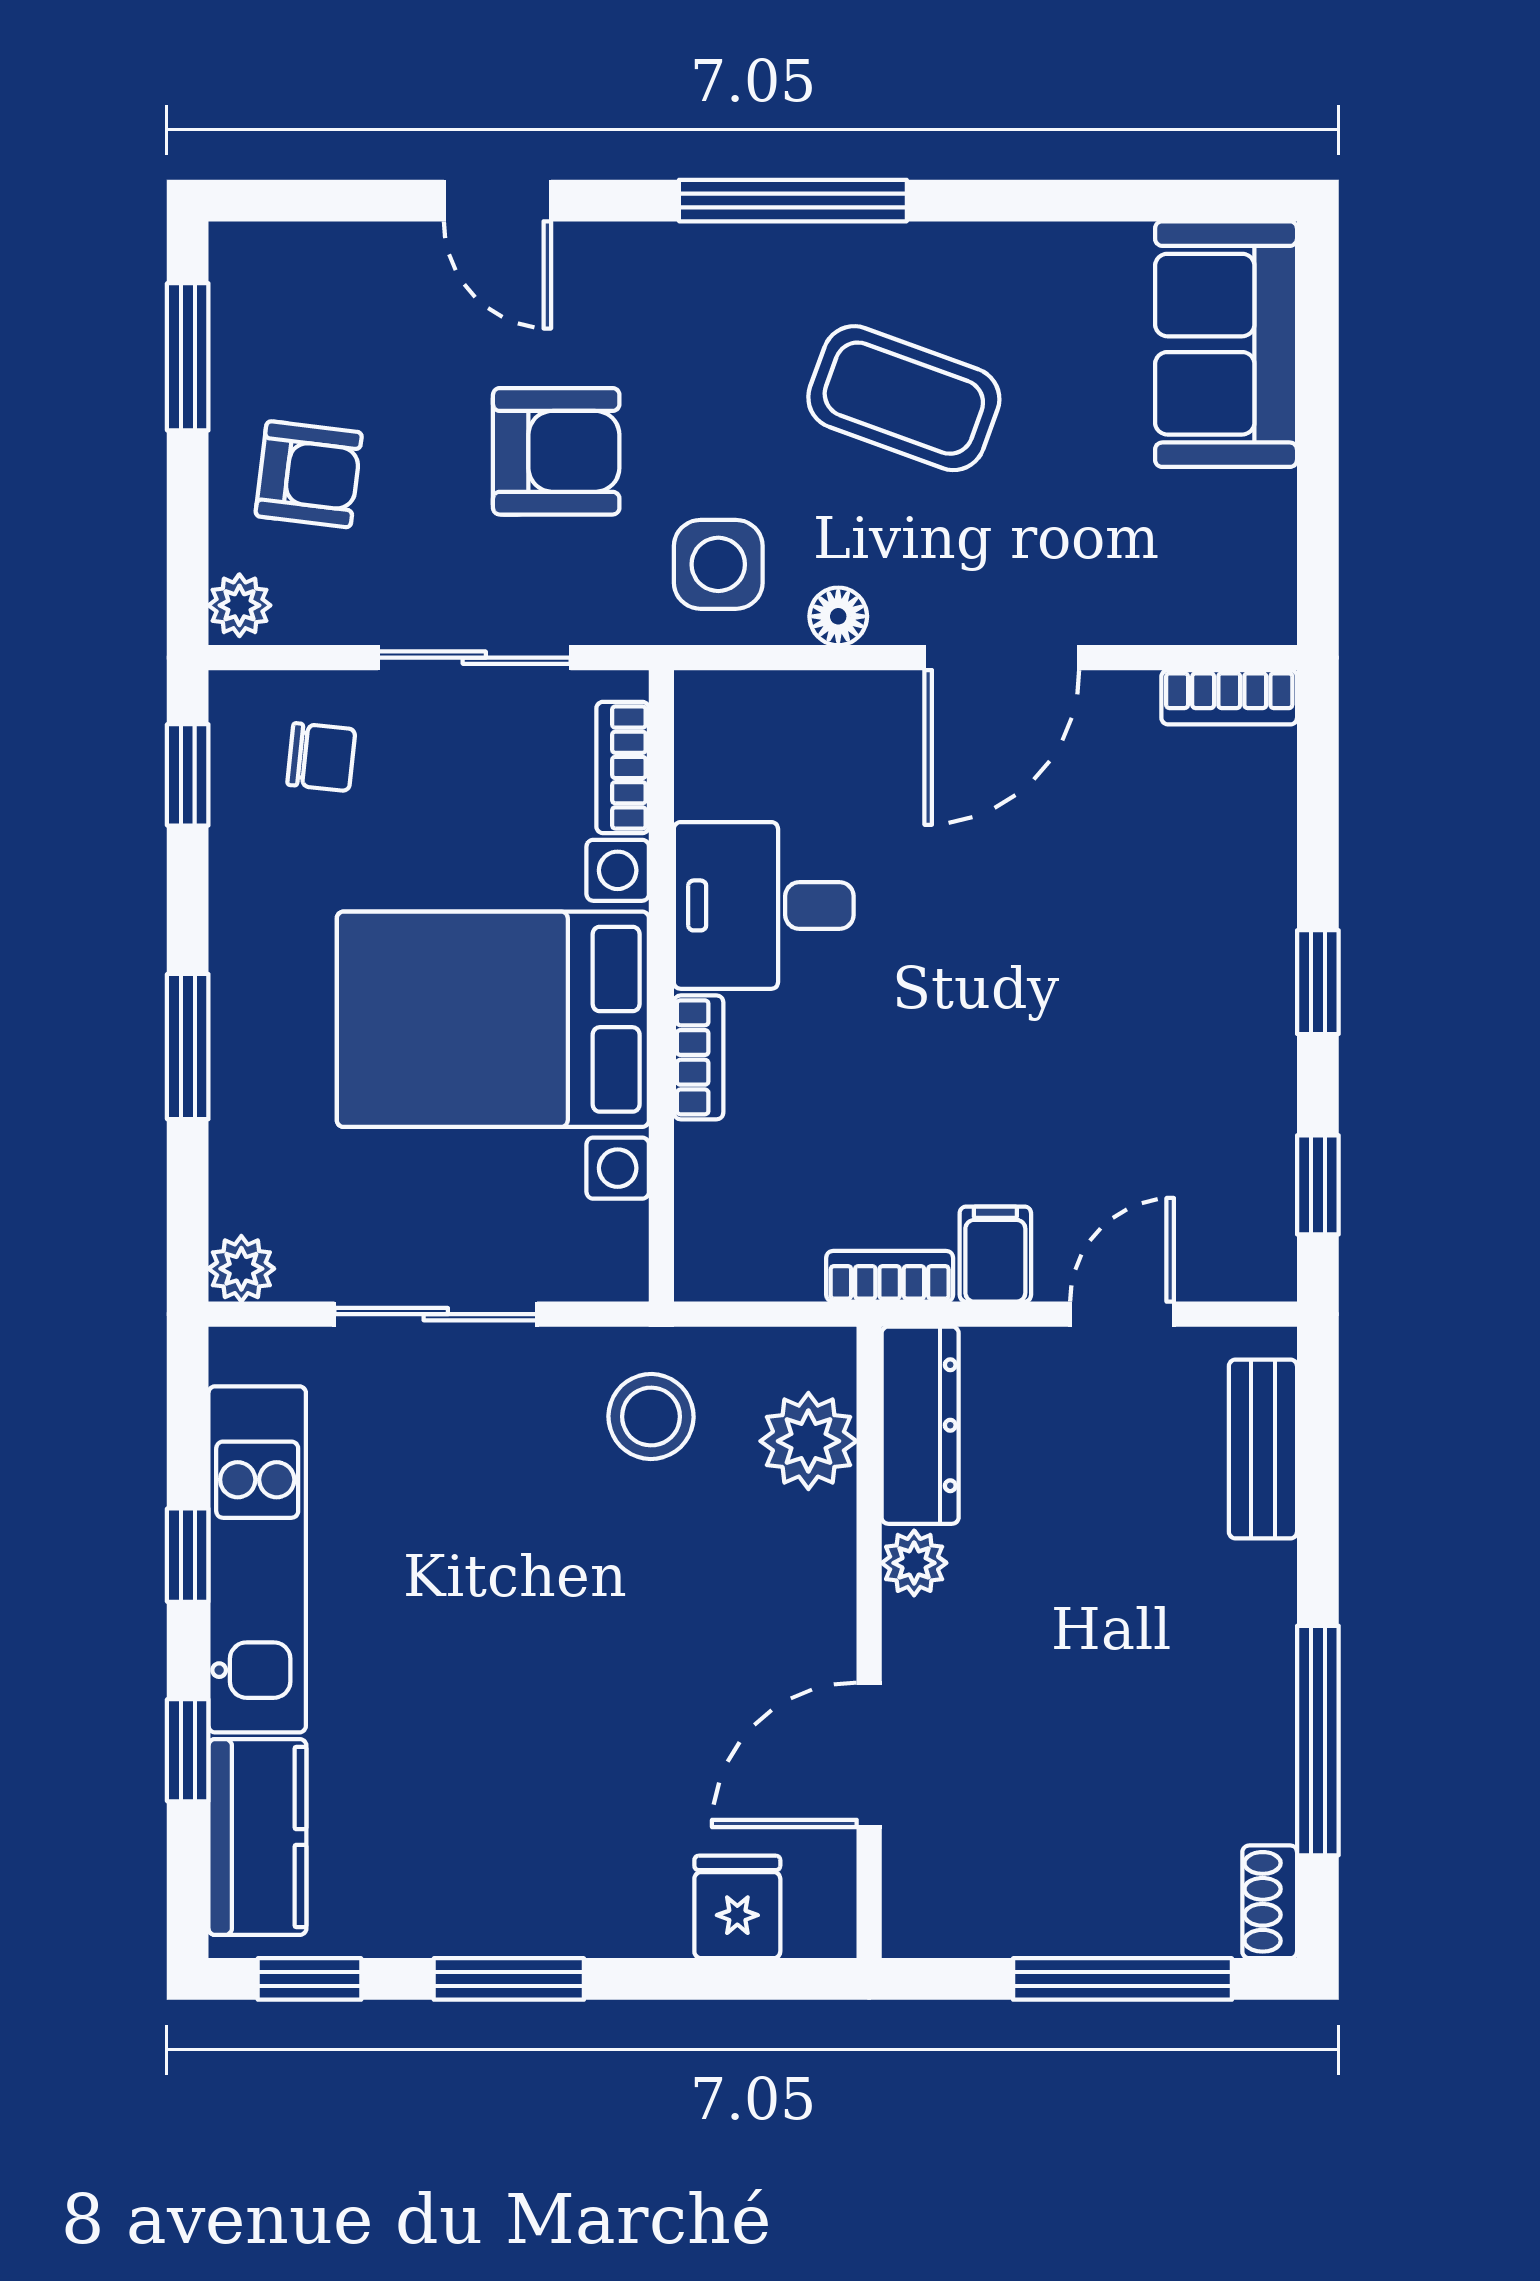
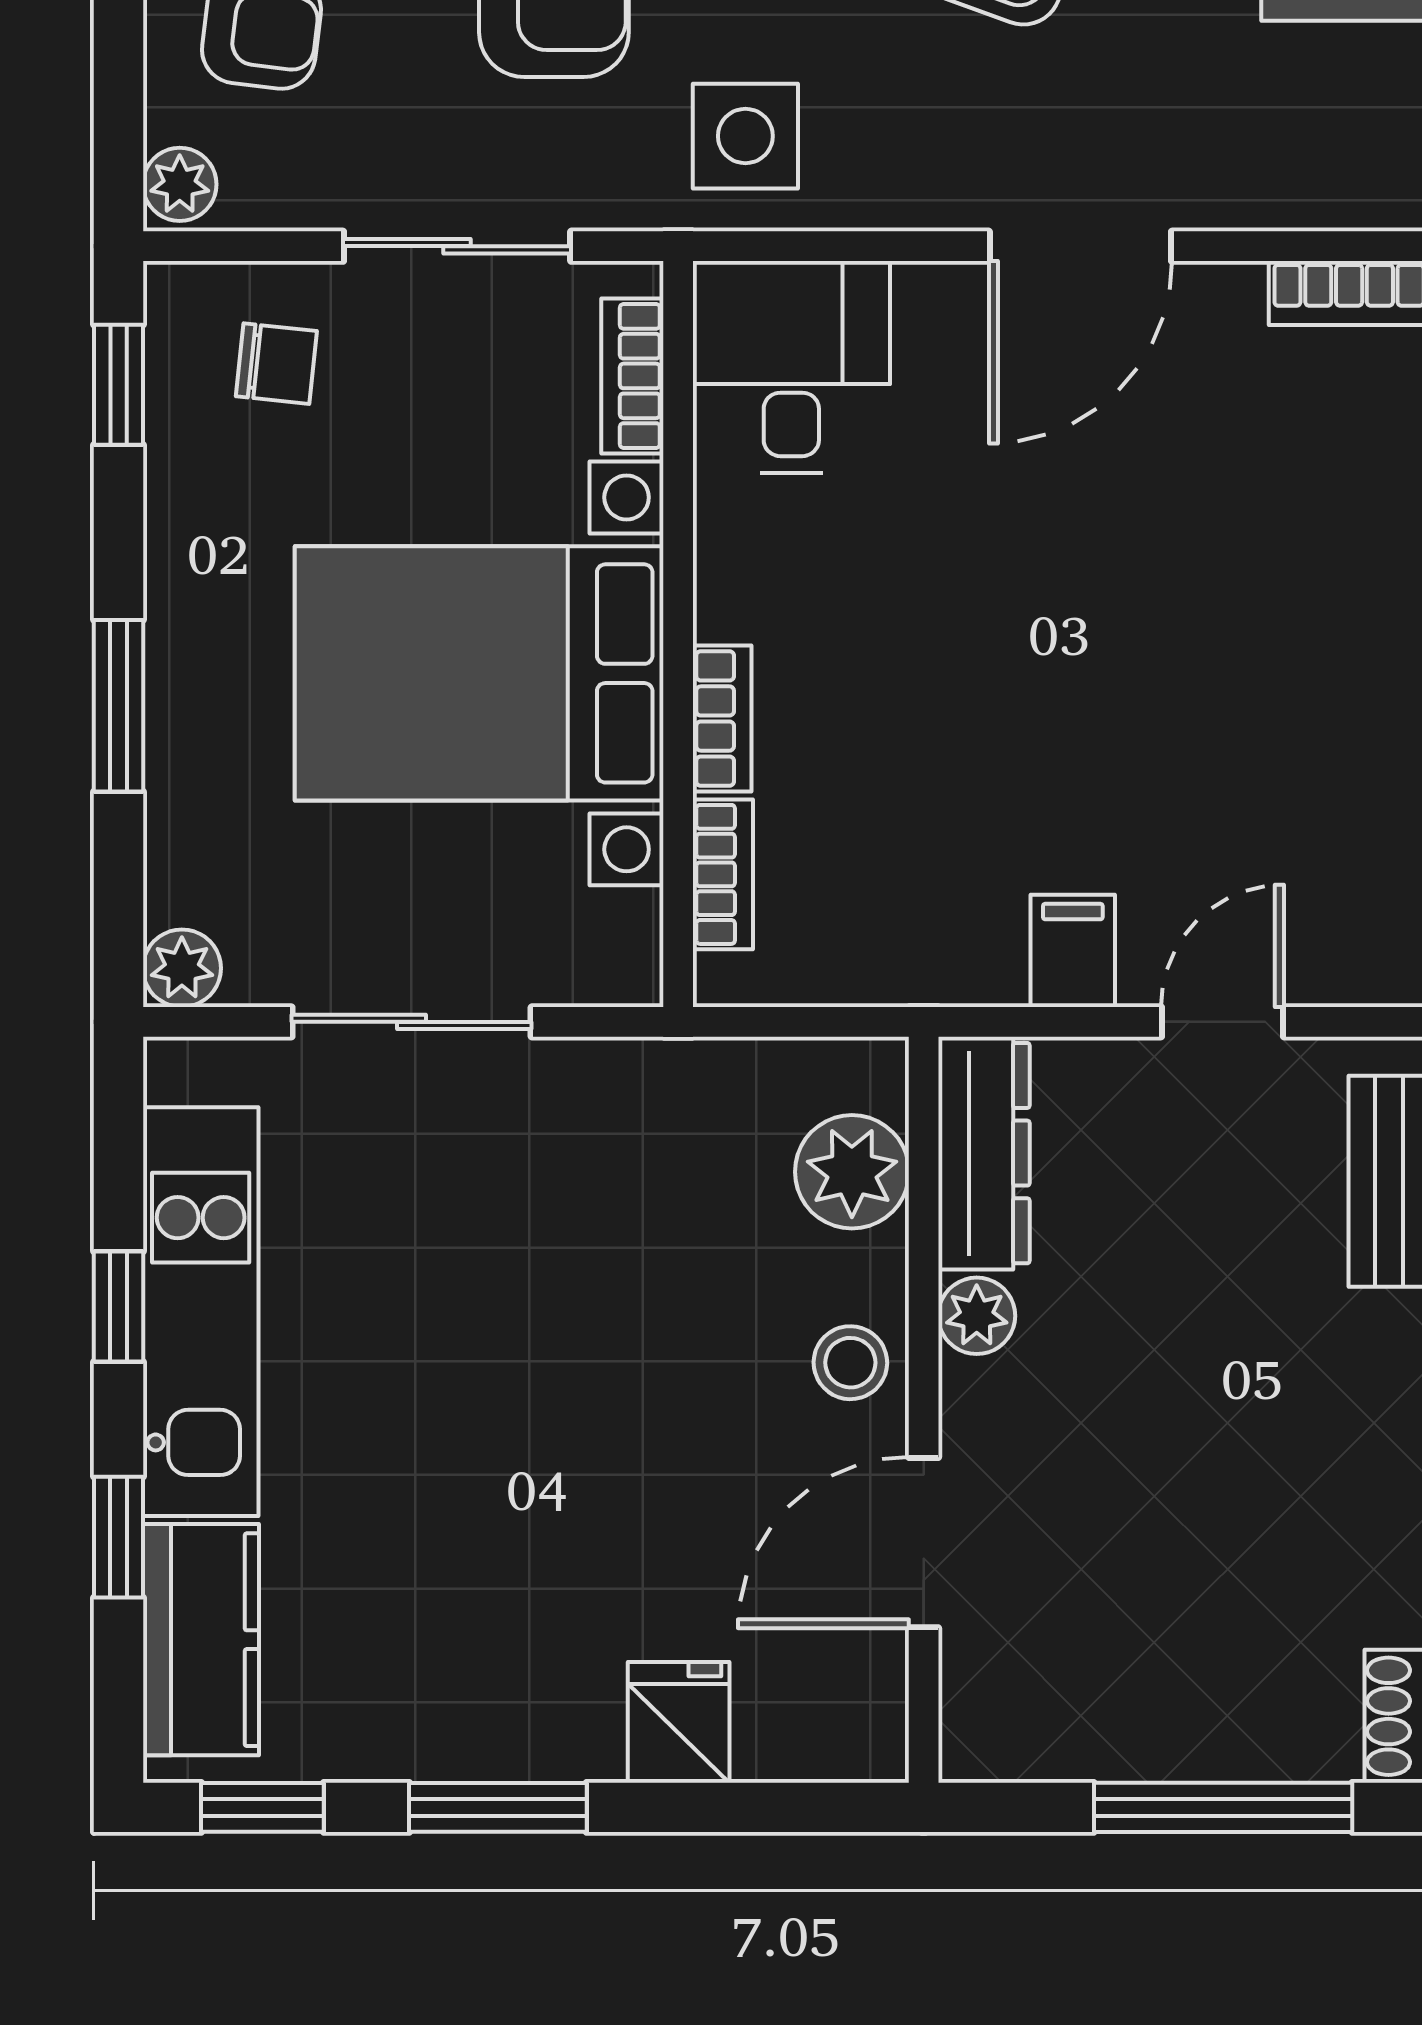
floor lamp: (838, 616) -> (887, 197), removed
desk: (764, 905) -> (791, 367), moved, turned 90
bookcase: (890, 1276) -> (723, 874), moved, turned 90
stool: (651, 1417) -> (850, 1363), moved, width x0.73, depth x0.73
fridge: (737, 1907) -> (679, 1722), moved

